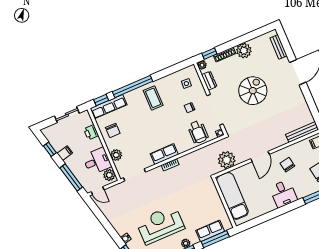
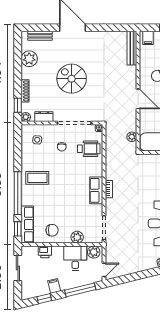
plant: (244, 51) -> (29, 59), moved
plant: (227, 160) -> (132, 137), width x0.53, depth x0.53

